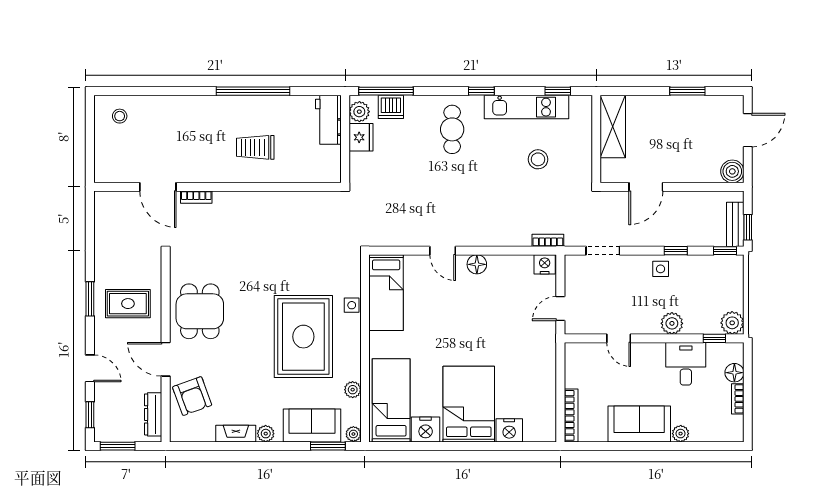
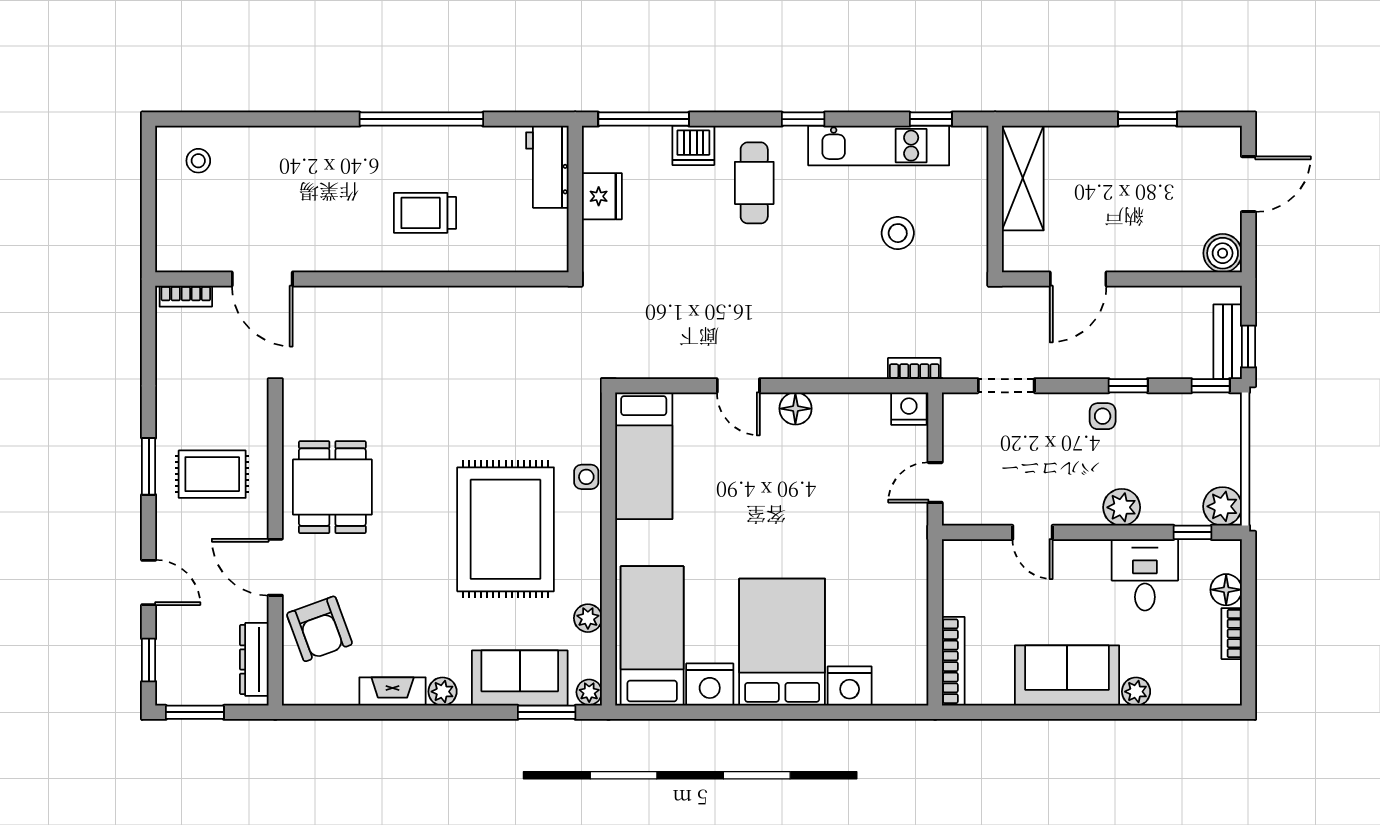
dishwasher: (391, 107) -> (693, 145), moved
plant: (359, 112) -> (599, 153), removed
bookcase: (196, 197) -> (186, 296), moved

